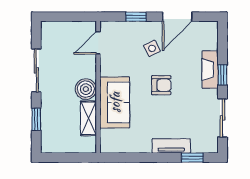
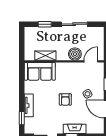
door: (98, 43) -> (91, 61), hinge flipped
boiler: (86, 89) -> (75, 54), moved
sofa: (115, 102) -> (40, 71), moved

